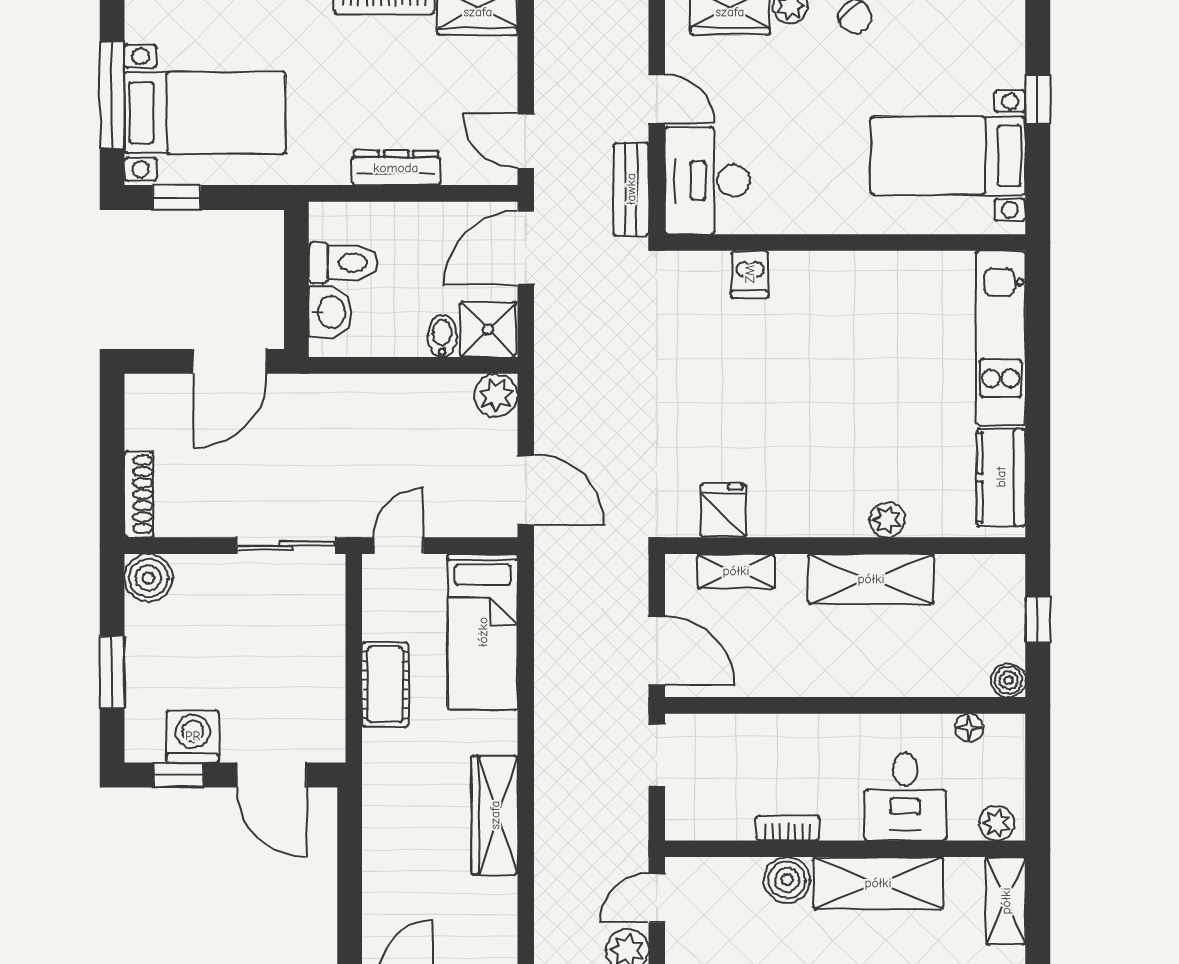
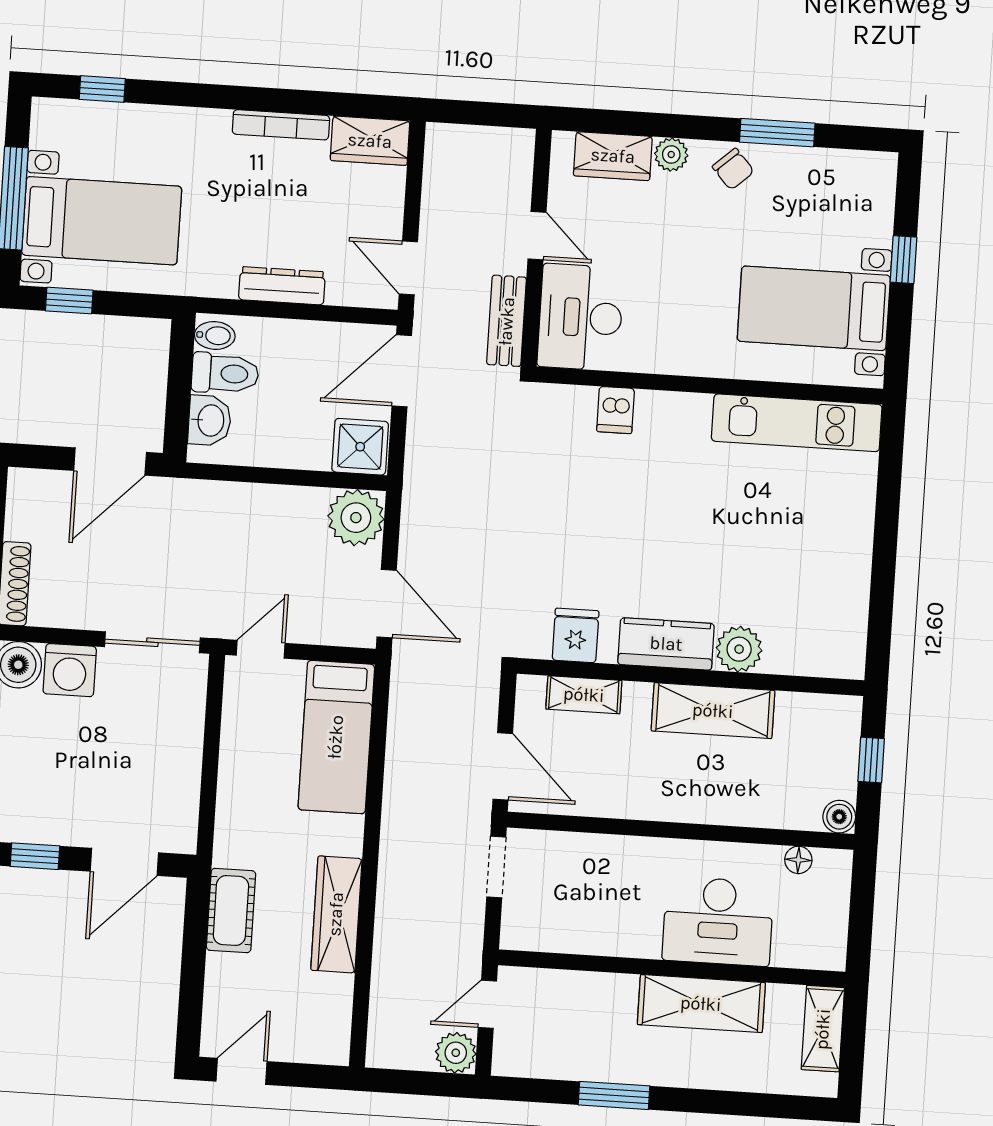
bidet: (442, 336) -> (215, 335), moved, turned 90
kitchen unit: (1001, 338) -> (797, 423), moved, turned -90
plant: (496, 395) -> (356, 518), width x1.36, depth x1.36
kitchen counter: (1001, 477) -> (666, 644), moved, turned 90
plant: (887, 520) -> (739, 649), width x1.38, depth x1.38
cot: (385, 685) -> (231, 911), moved
washing machine: (193, 736) -> (70, 670), moved, turned 180
door: (271, 775) -> (124, 862), hinge flipped
desk: (905, 797) -> (718, 921), width x1.37
plant: (997, 823) -> (819, 953), removed
bookcase: (788, 828) -> (618, 945), removed
boiler: (787, 880) -> (614, 995), removed

